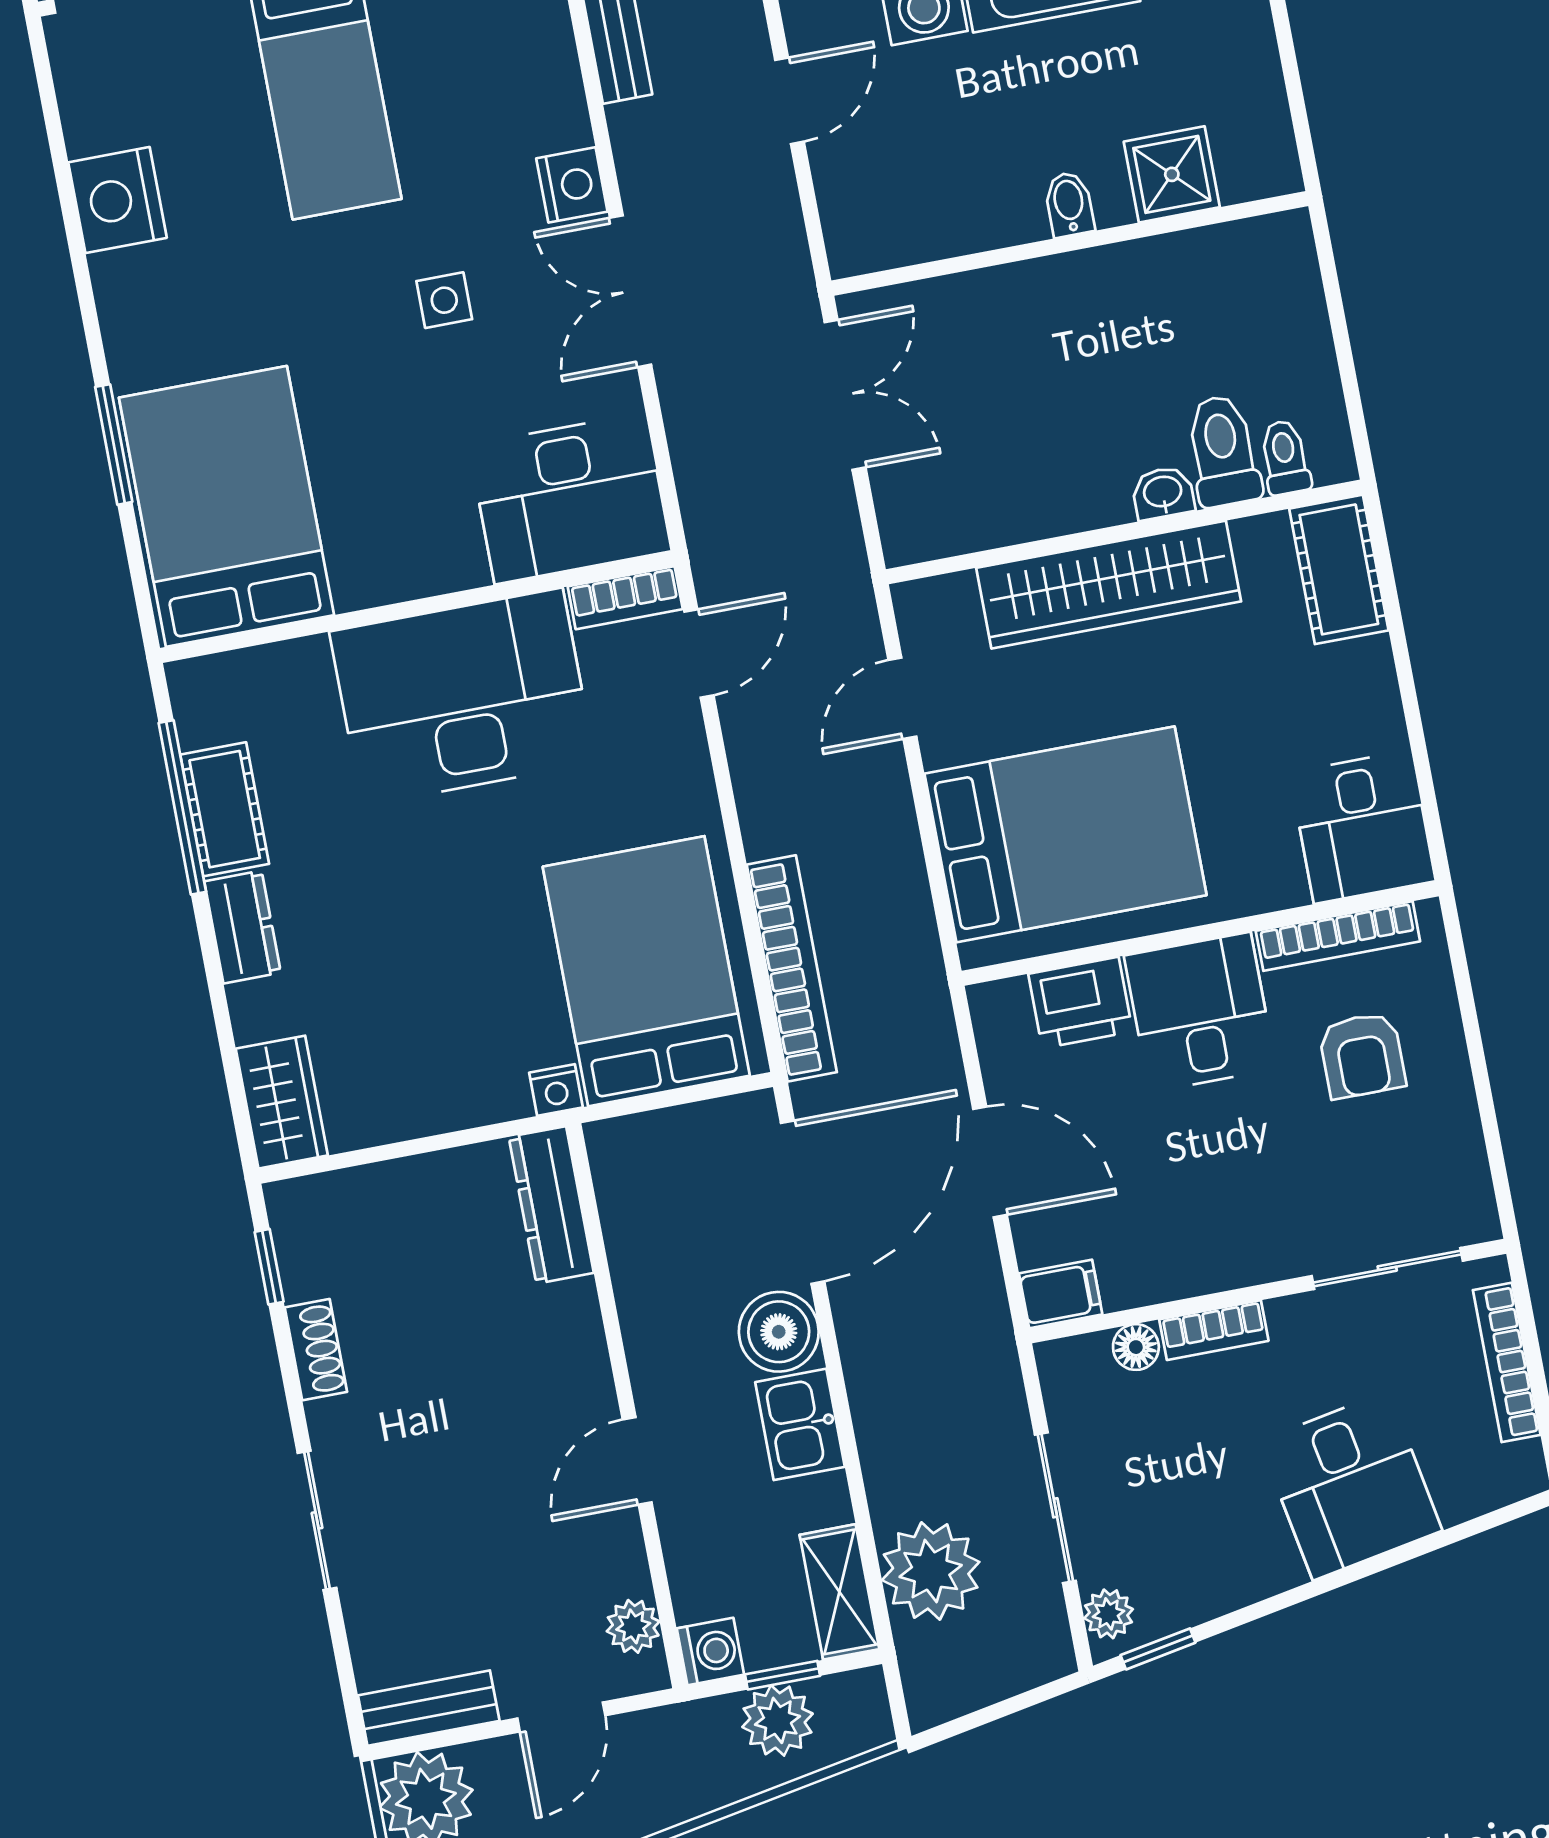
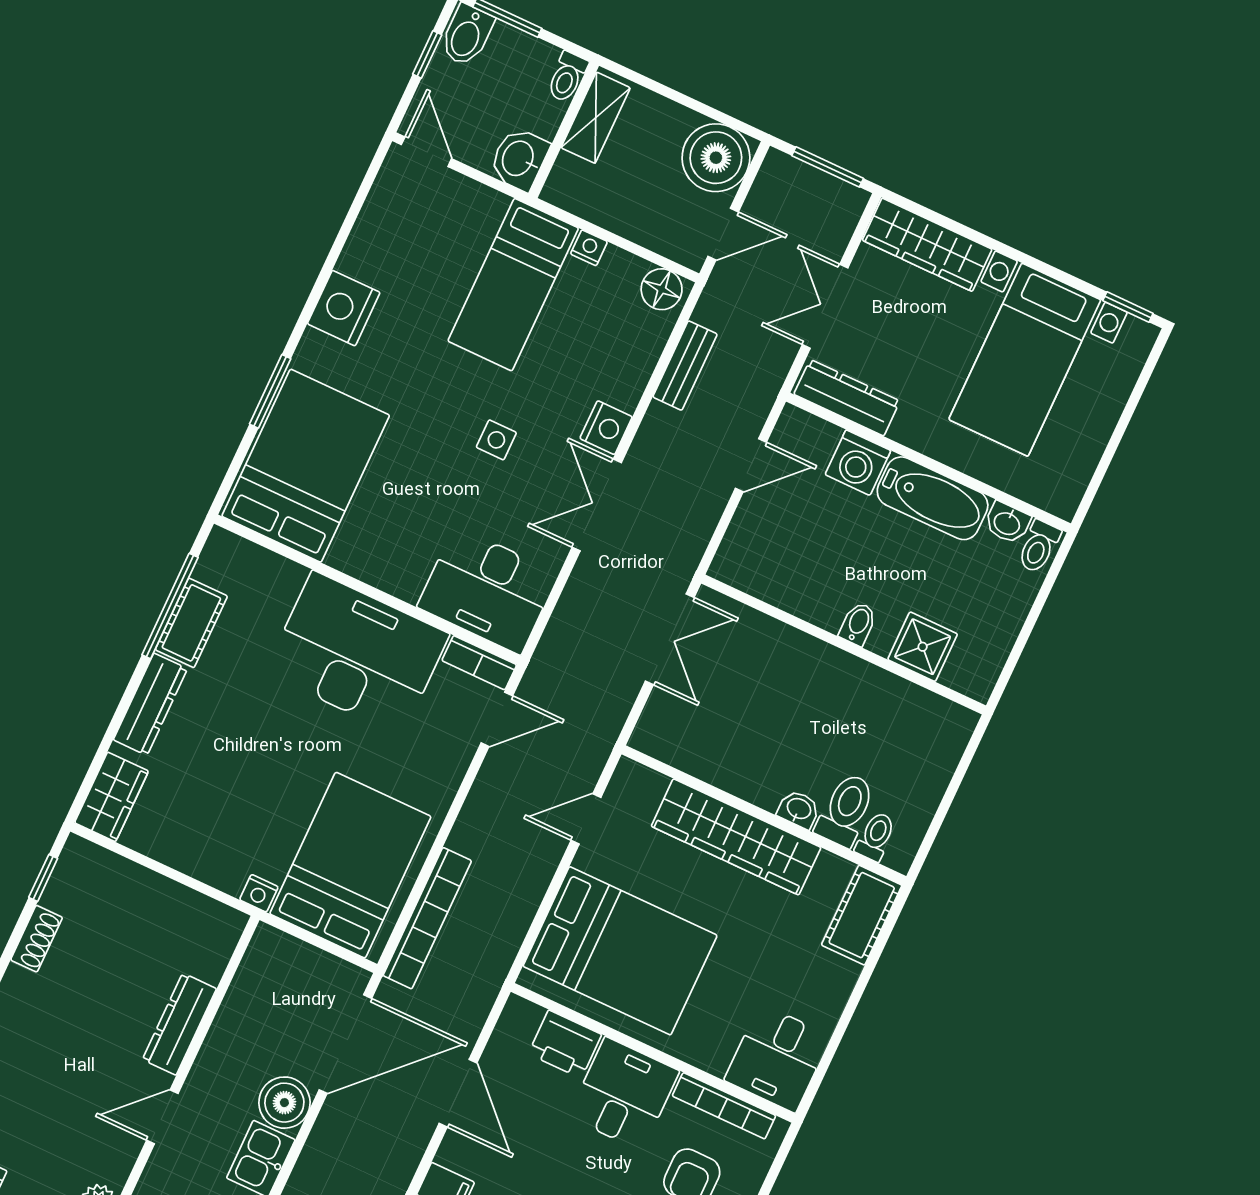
nightstand: (117, 200) -> (344, 308), moved
dresser: (243, 927) -> (150, 704), width x1.44
dresser: (551, 1205) -> (179, 1024), moved

